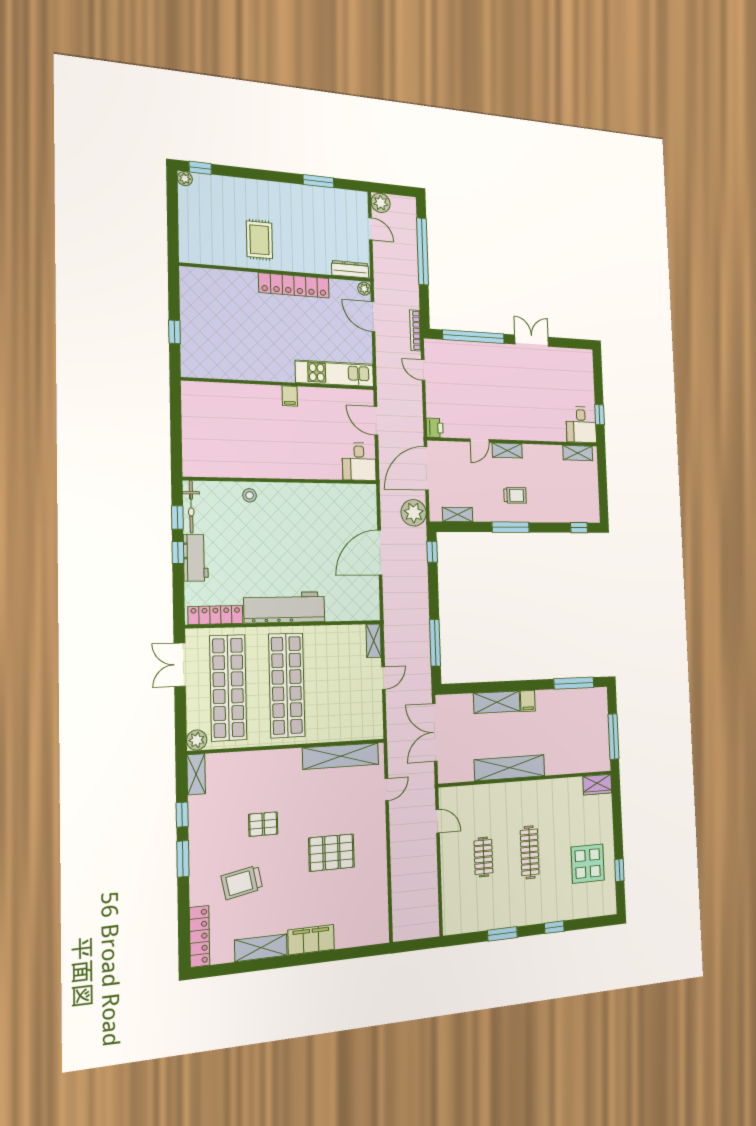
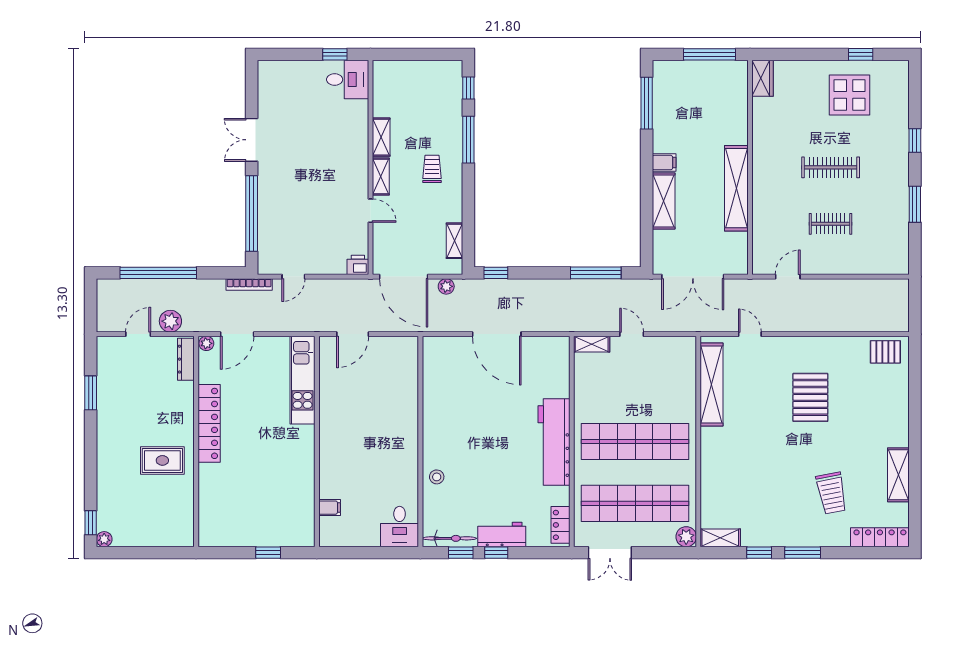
plant: (381, 203) -> (170, 321), moved
filing cabinet: (290, 396) -> (330, 508), moved
shelving: (578, 453) -> (381, 137), moved
desk: (359, 462) -> (400, 527), moved, turned 90
plant: (414, 513) -> (446, 286), width x0.53, depth x0.53
window: (511, 527) -> (468, 140), moved
locker: (215, 615) -> (561, 525), width x0.66
pallet: (263, 824) -> (885, 352), moved, turned 90
filing cabinet: (311, 940) -> (896, 422), removed

